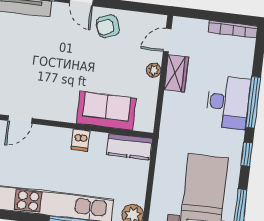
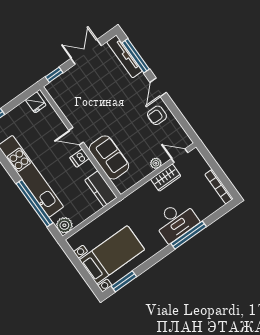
armchair: (108, 26) -> (157, 115), turned -69
door: (20, 120) -> (76, 136), moved
window: (247, 154) -> (156, 258), removed

